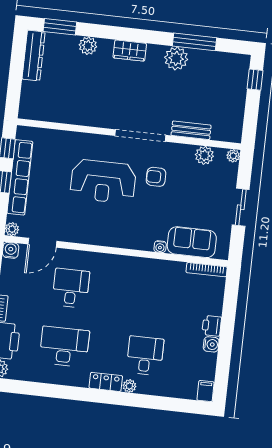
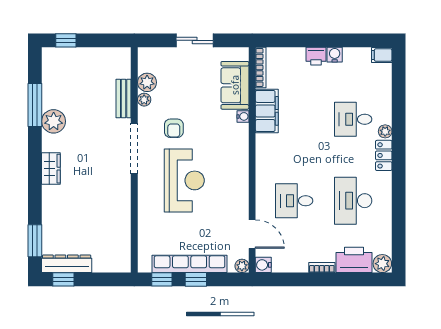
plant: (88, 46) -> (51, 211), removed
window: (18, 51) -> (63, 279), added
plant: (233, 156) -> (144, 100), moved
filing cabinet: (163, 271) -> (267, 111), added

